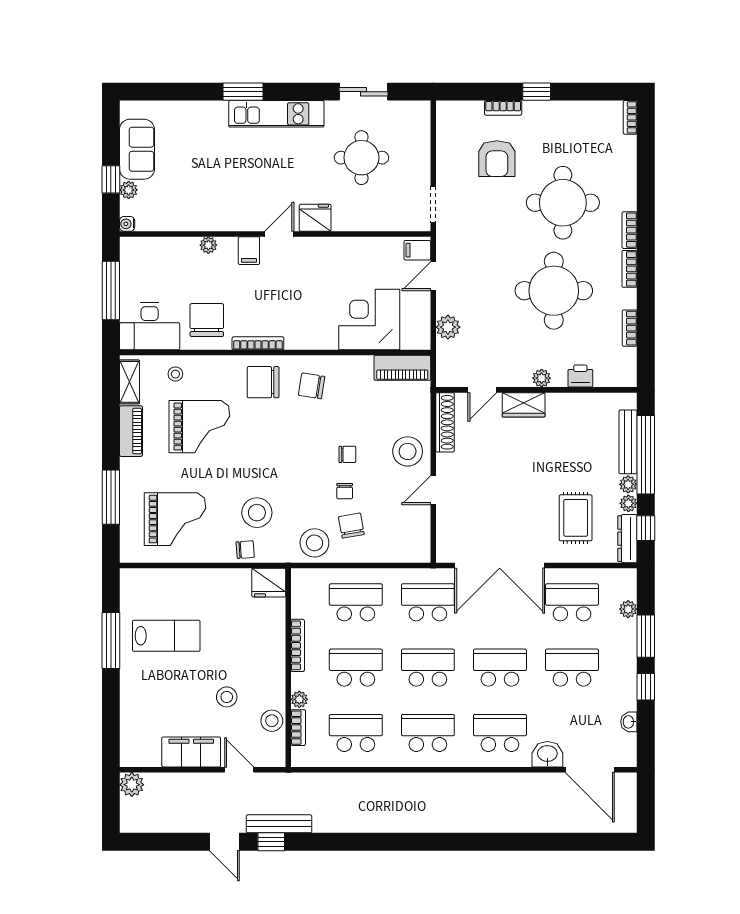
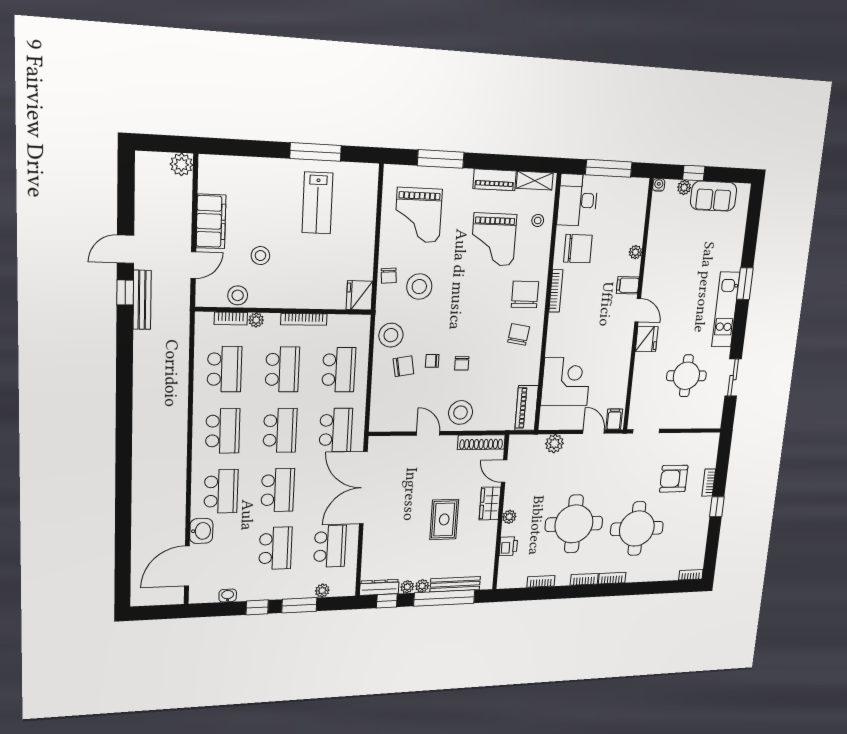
rug: (576, 518) -> (444, 519), moved, turned 90

